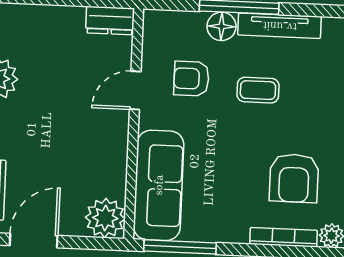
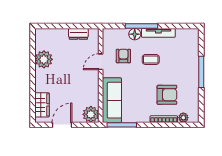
dresser: (110, 21) -> (78, 34), moved
armchair: (191, 79) -> (123, 56), turned 90
armchair: (294, 178) -> (167, 95), turned -90

